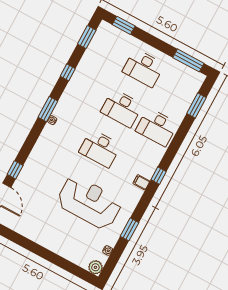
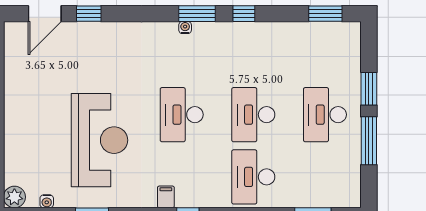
window: (124, 25) -> (369, 89), moved
window: (188, 60) -> (369, 141), moved
window: (68, 72) -> (244, 14), moved

